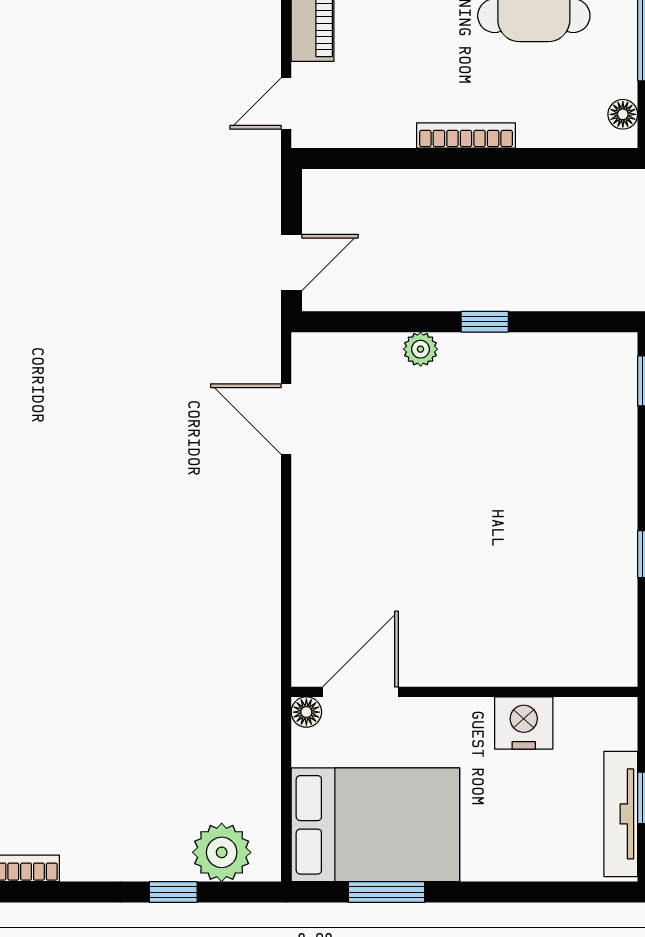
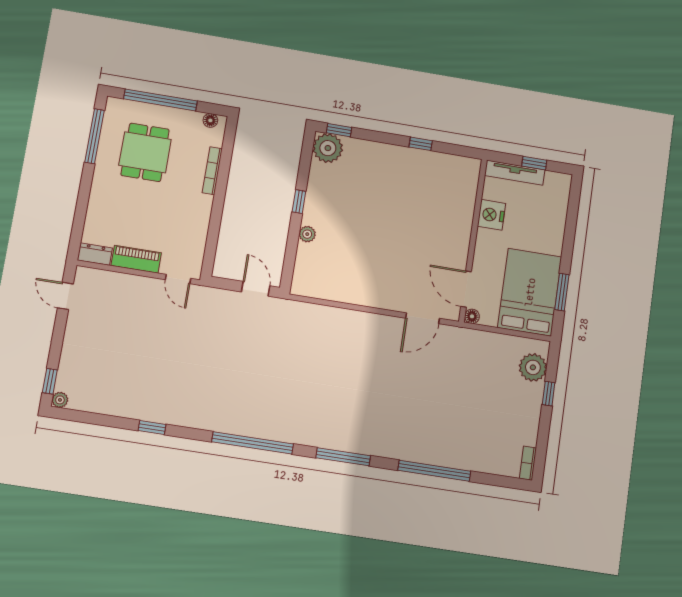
bookcase: (466, 135) -> (212, 171), moved
plant: (606, 364) -> (328, 148), added
door: (286, 419) -> (423, 318), moved
tv unit: (621, 814) -> (515, 173), moved

